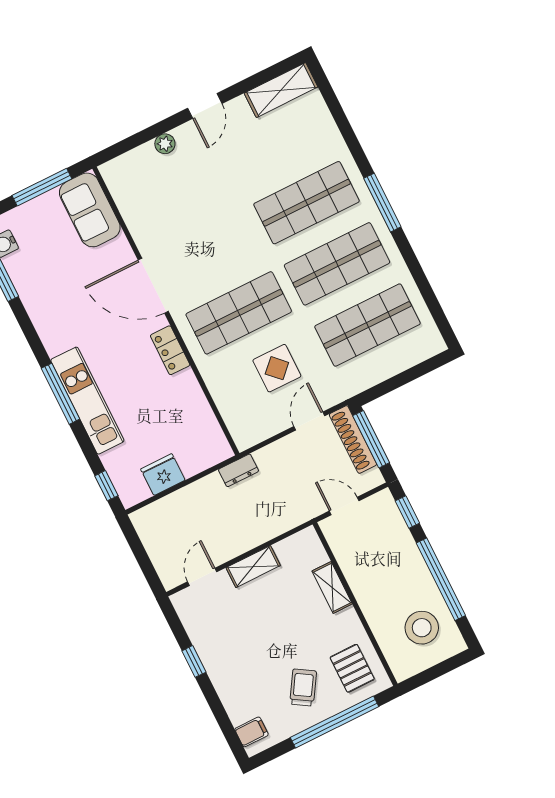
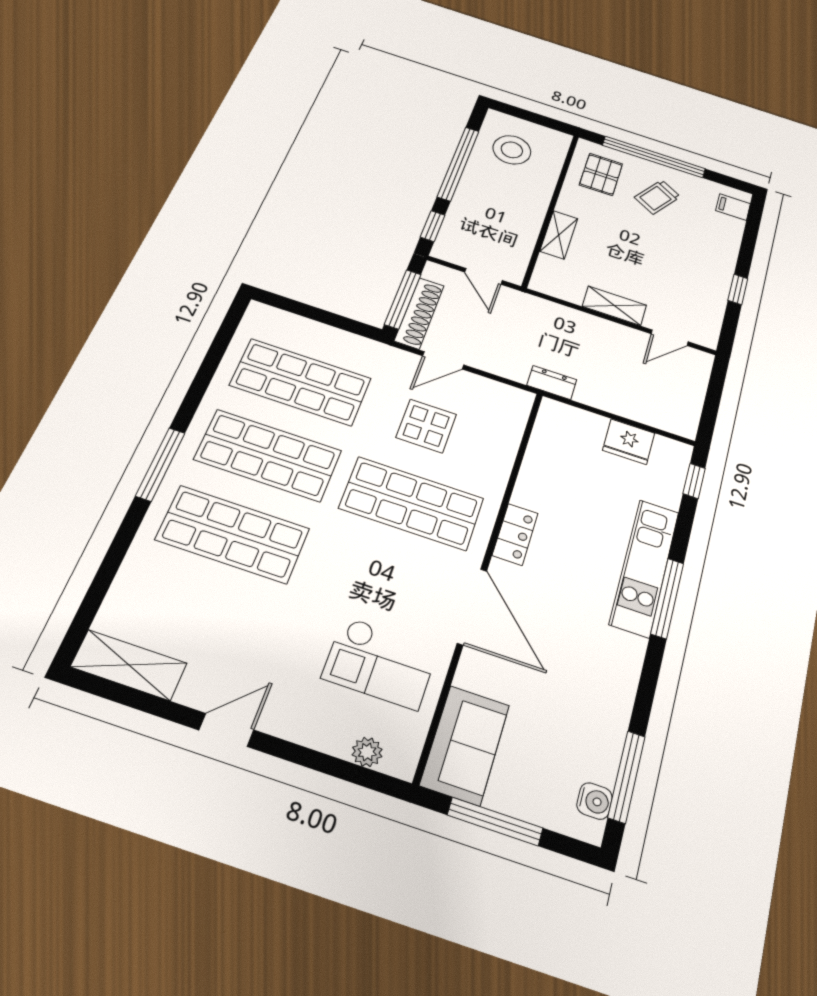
plant: (165, 144) -> (367, 752), moved
checkout: (168, 210) -> (380, 663), added

